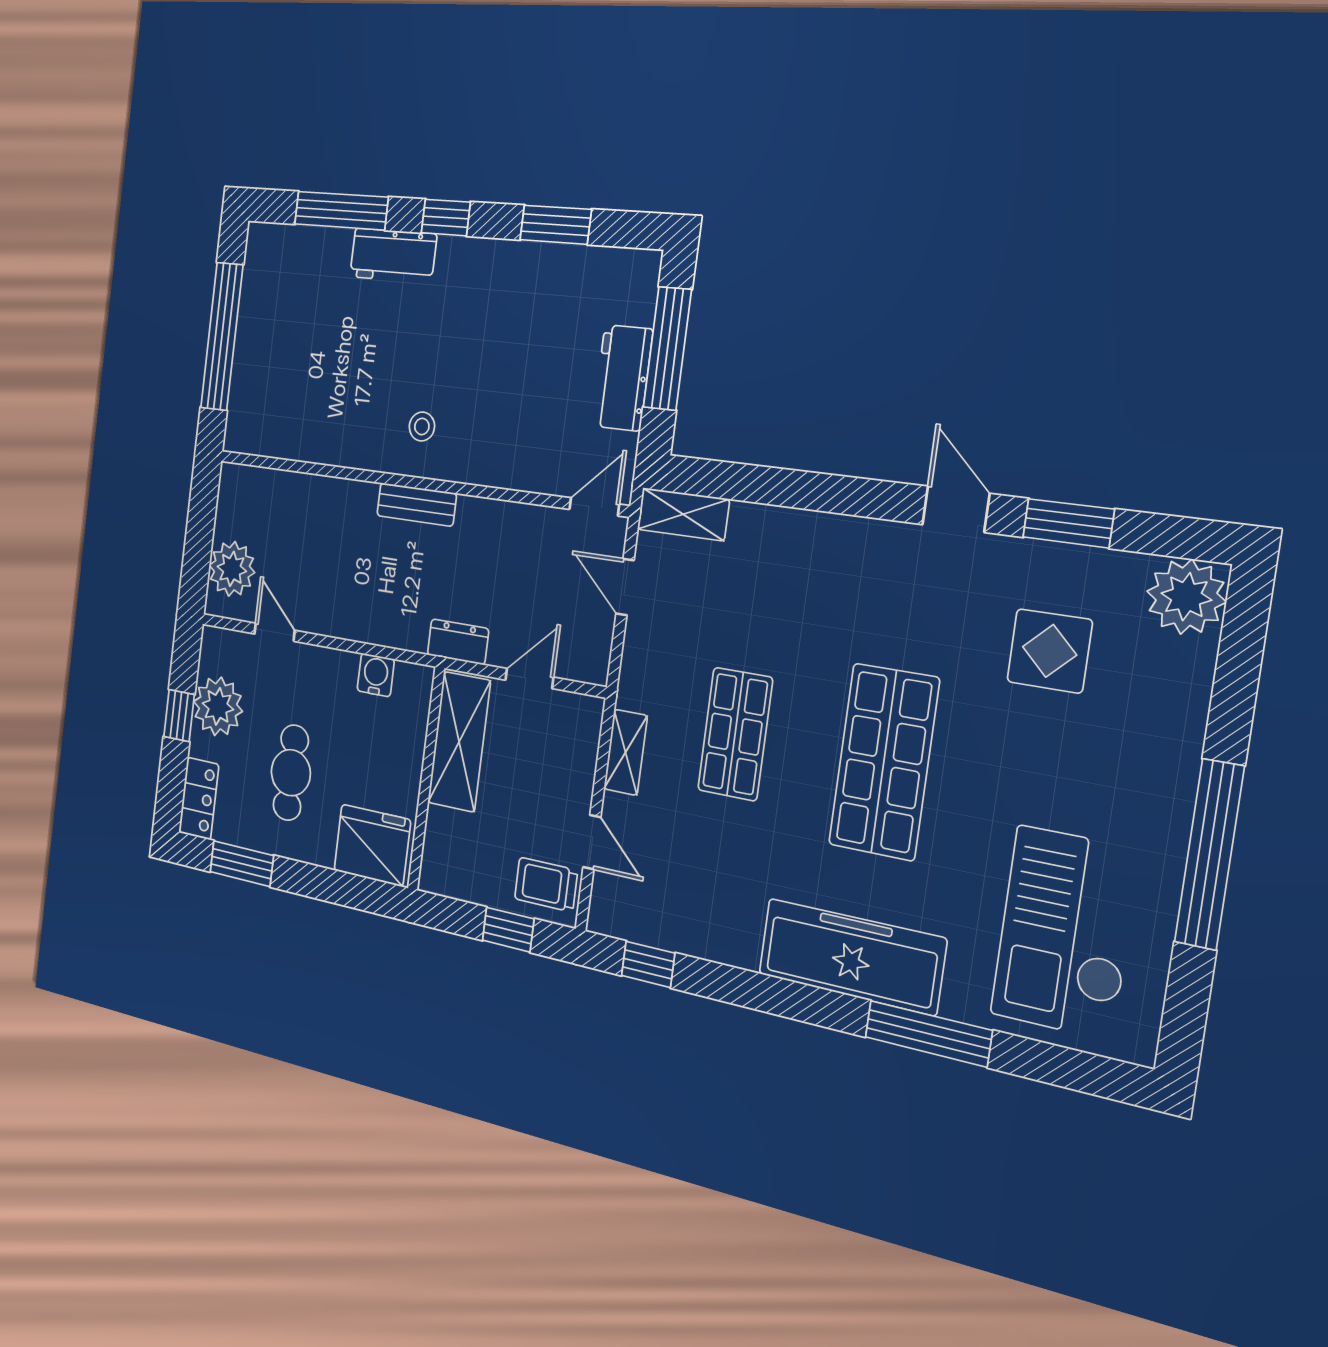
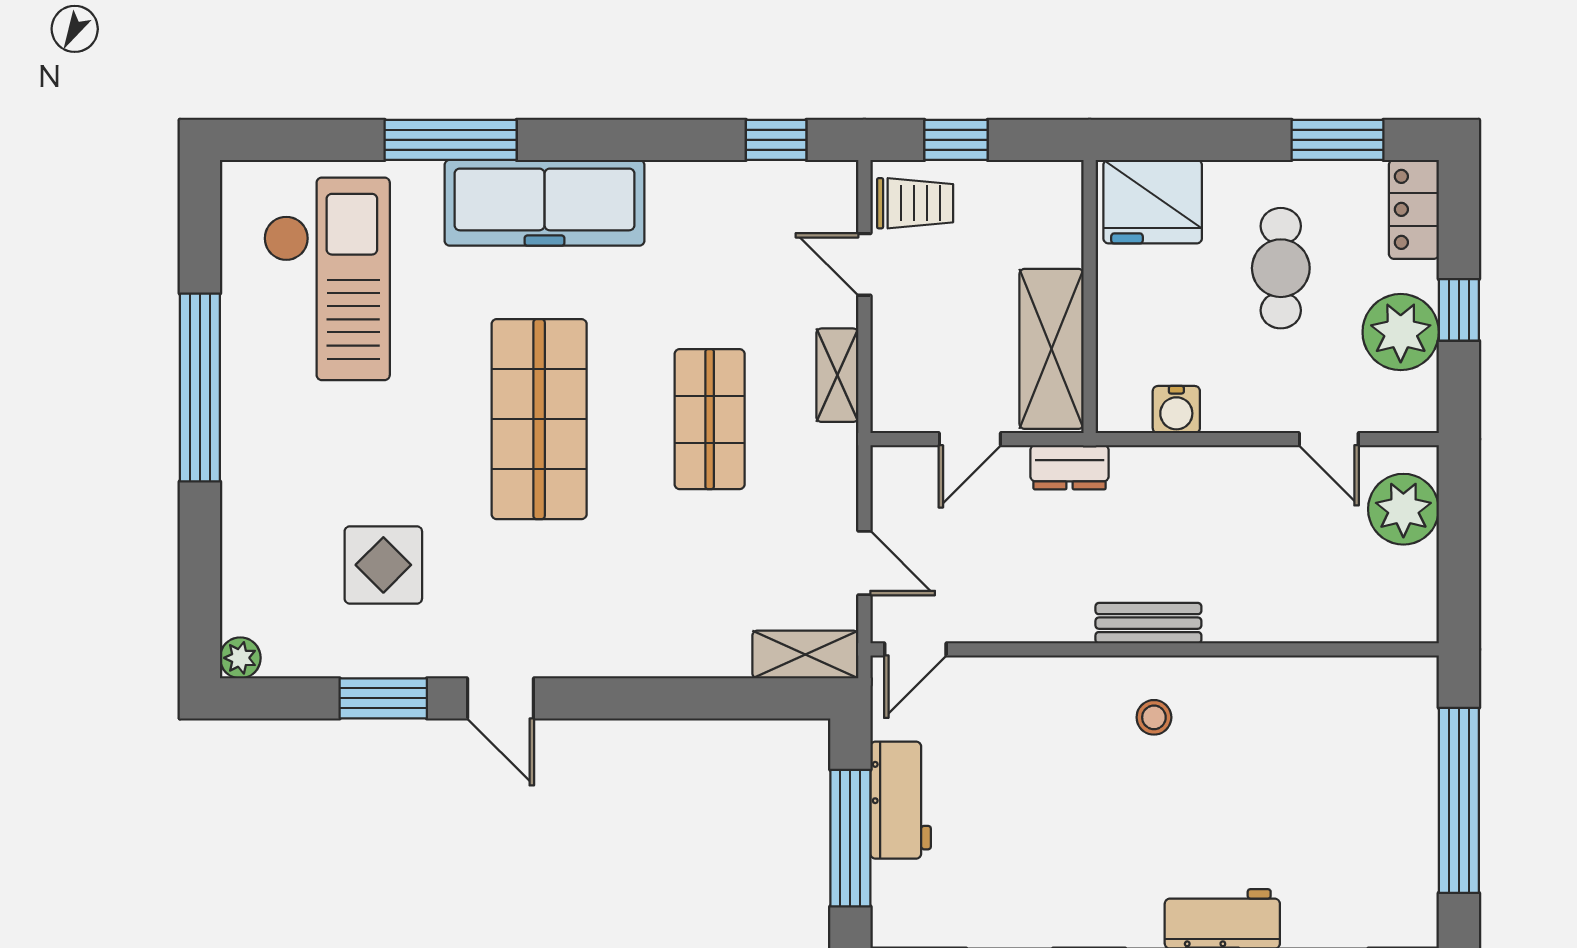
plant: (1186, 597) -> (240, 658), width x0.53, depth x0.53

